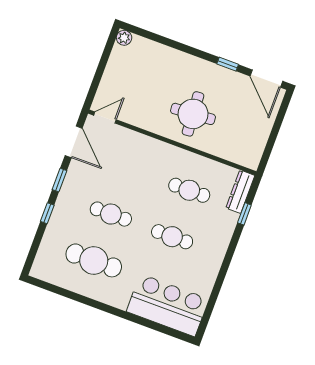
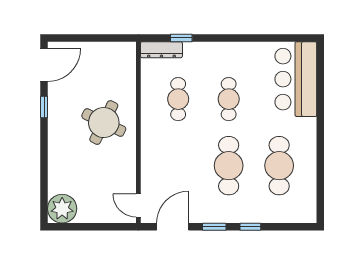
plant: (124, 38) -> (62, 209), width x1.87, depth x1.87
round table: (193, 114) -> (104, 123), turned 30
cafe table: (111, 214) -> (229, 166), width x1.37, depth x1.35

